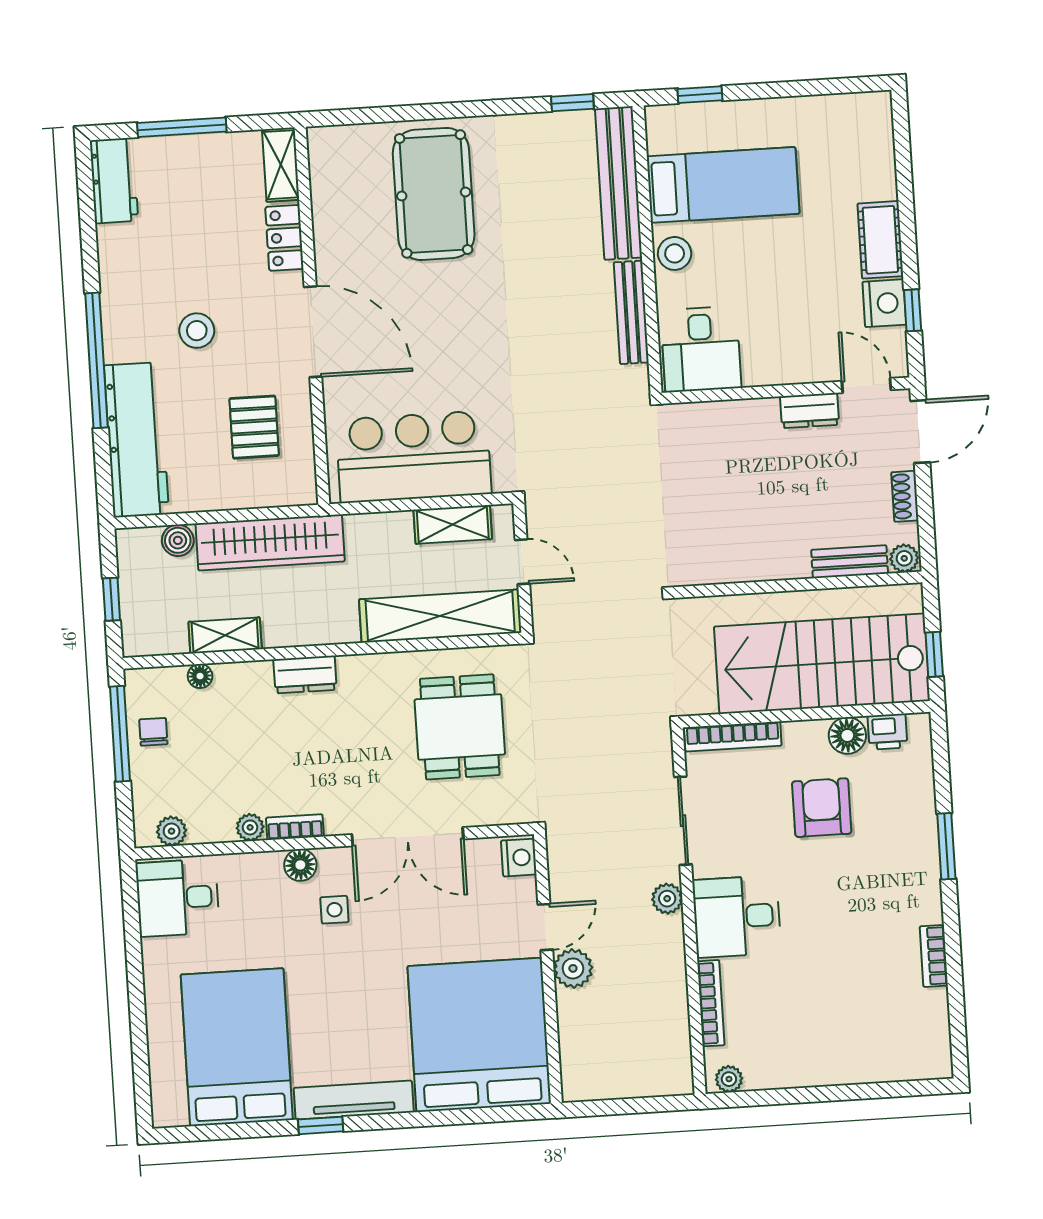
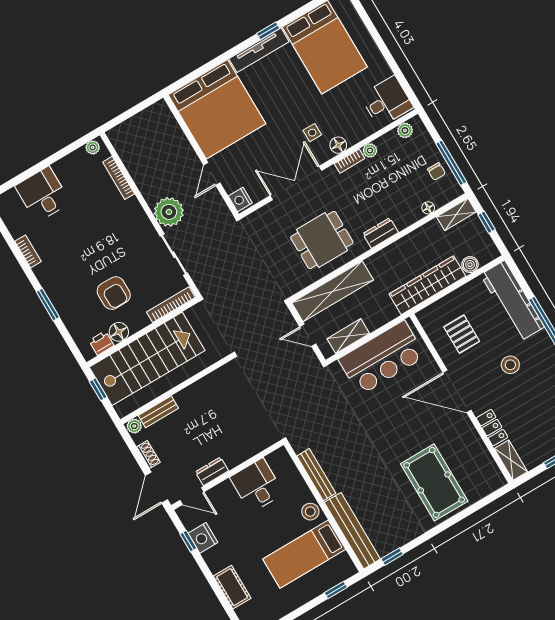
cot: (880, 240) -> (232, 587), moved
desk: (701, 349) -> (257, 485), moved
shelving: (225, 635) -> (456, 214), moved
dining table: (460, 727) -> (322, 240), moved, turned 90
plant: (667, 899) -> (169, 212), width x1.87, depth x1.87
desk: (737, 917) -> (43, 194), moved, turned -90
plant: (573, 968) -> (190, 162), removed

